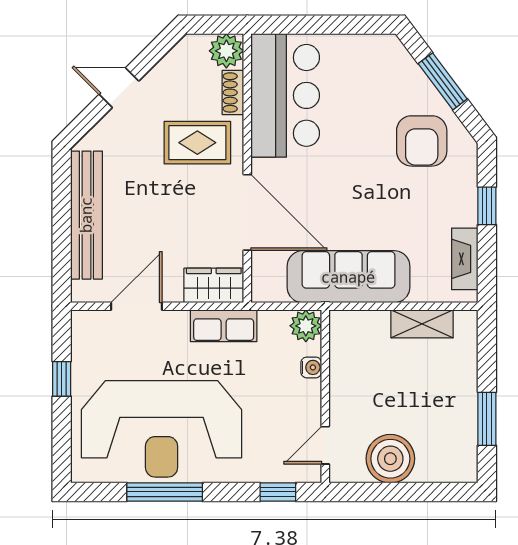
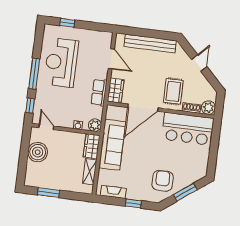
armchair: (422, 141) -> (163, 181), turned 90
wardrobe: (359, 327) -> (92, 146), added
window: (62, 379) -> (67, 23), moved
reception desk: (162, 429) -> (61, 62), width x0.74, depth x0.77
window: (165, 492) -> (34, 74), moved

